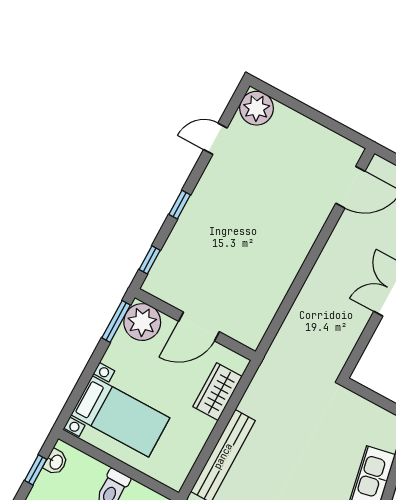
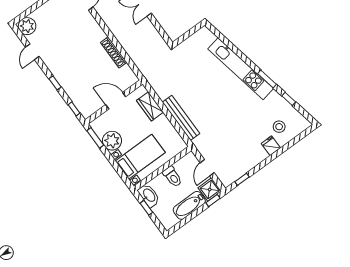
shoe rack: (282, 283) -> (114, 52), added
plant: (142, 322) -> (112, 141), moved
door: (199, 327) -> (116, 101), swing flipped
washbasin: (56, 462) -> (149, 195), width x1.91, depth x1.45

